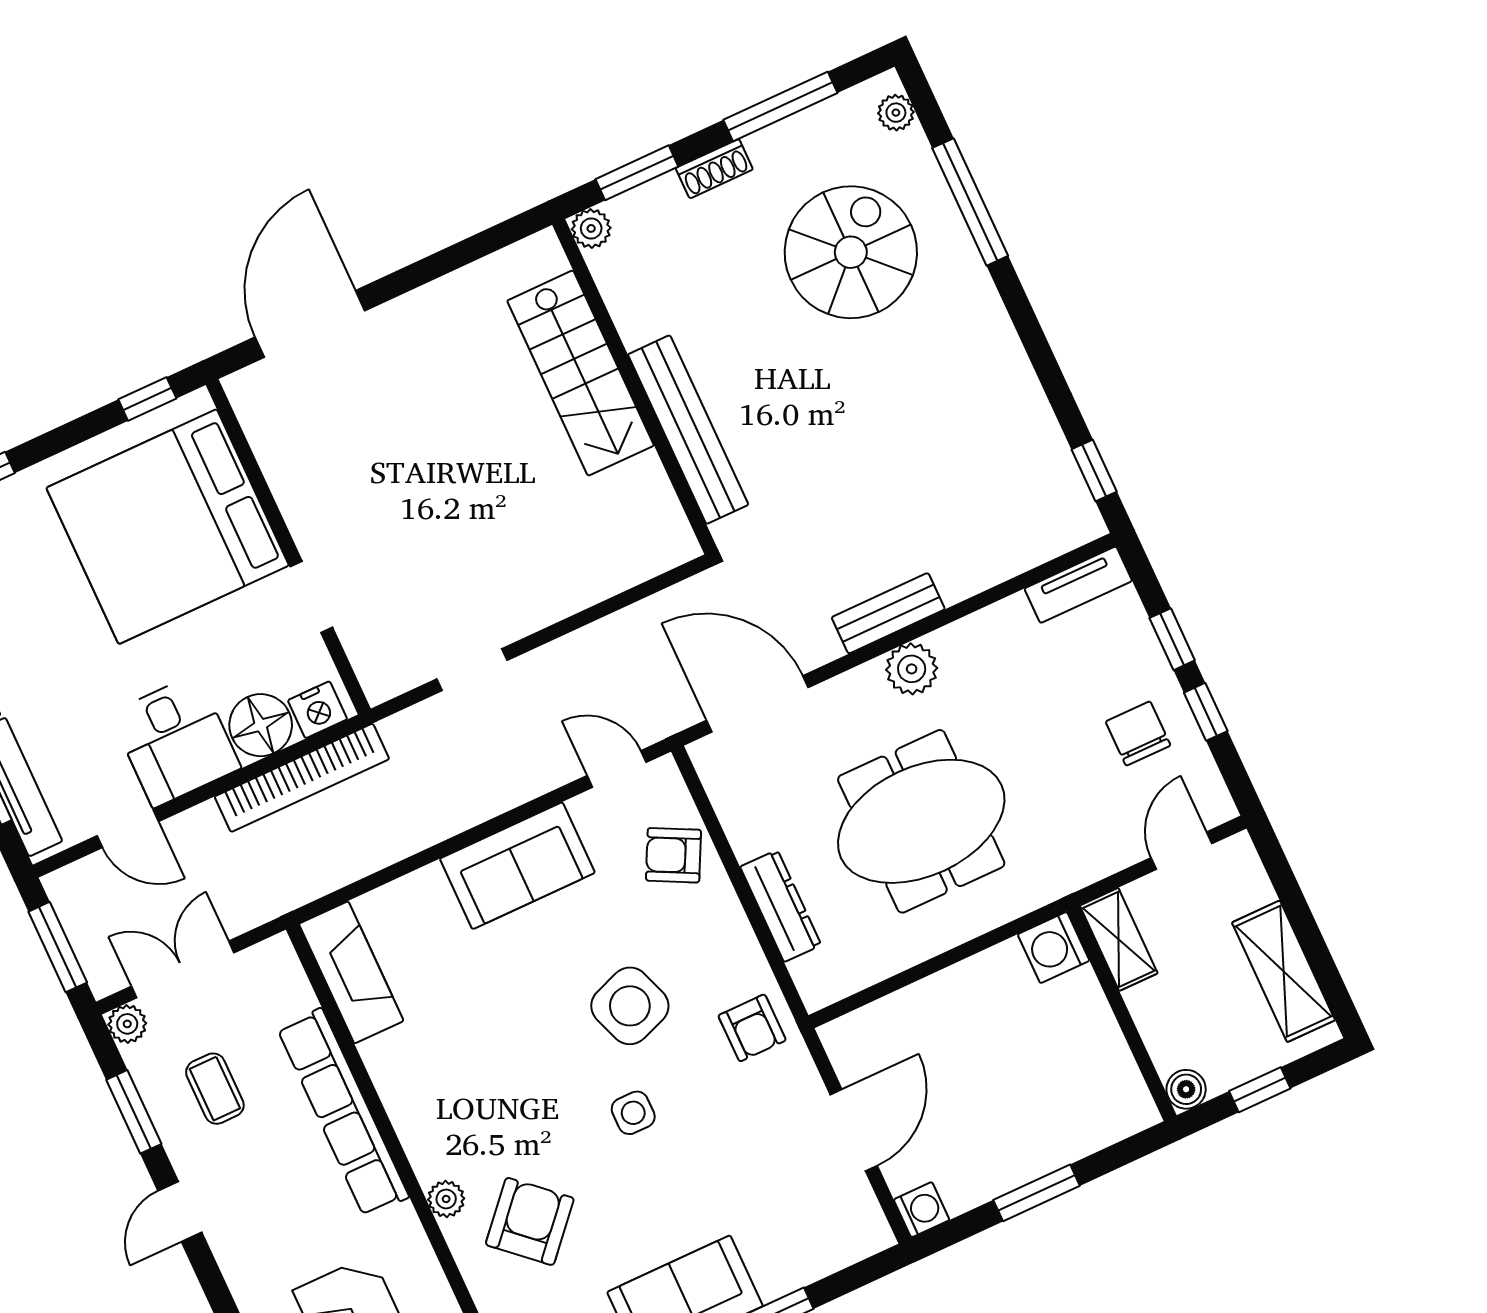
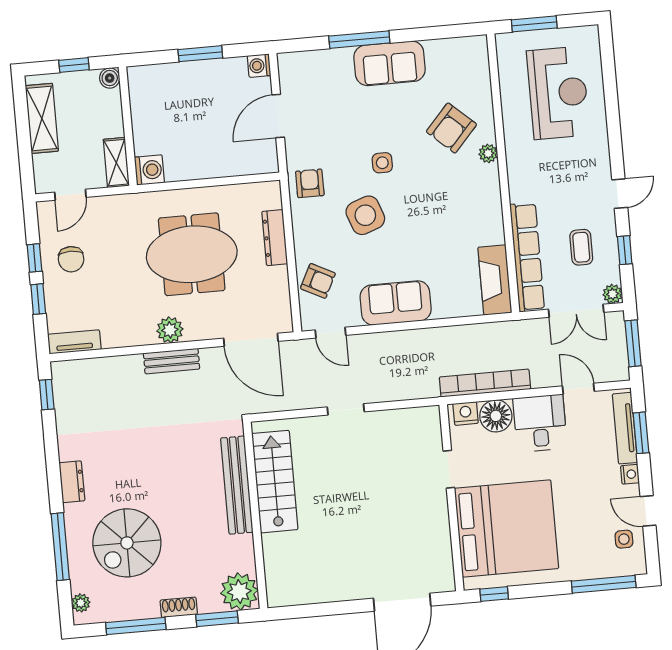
plant: (591, 228) -> (239, 592), width x1.87, depth x1.87
dresser: (991, 328) -> (72, 482), added
stairs: (581, 373) -> (275, 482), moved
doorway: (472, 670) -> (346, 409), moved
window: (134, 1112) -> (625, 250), width x0.67
row of seats: (343, 1113) -> (527, 257), moved

